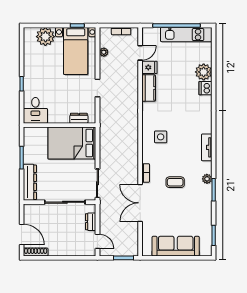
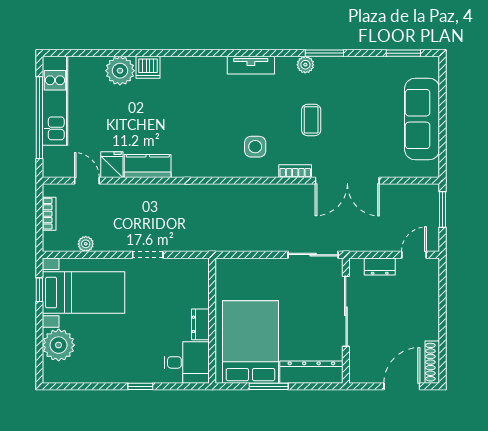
dresser: (79, 118) -> (200, 324), moved
side table: (161, 137) -> (255, 147), moved
bed: (72, 143) -> (250, 342), moved, turned 180

